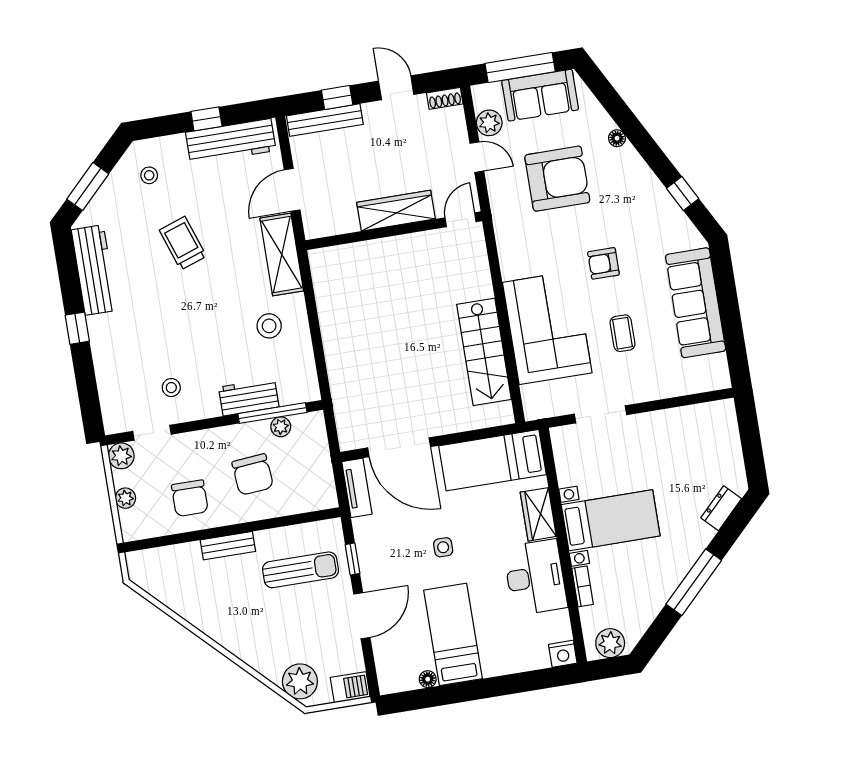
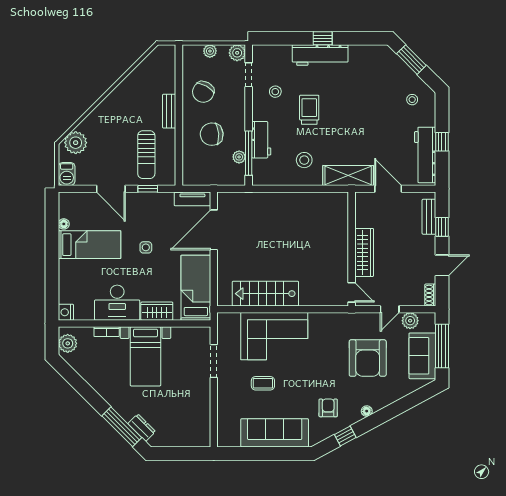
bench: (325, 120) -> (429, 217), width x0.73
floor lamp: (617, 138) -> (367, 411), moved
trolley: (183, 243) -> (309, 110), moved, turned -71
armchair: (603, 263) -> (328, 408), moved
workbench: (94, 270) -> (320, 55), moved
chair: (190, 498) -> (203, 92), turned -61
window: (694, 582) -> (122, 427), moved

